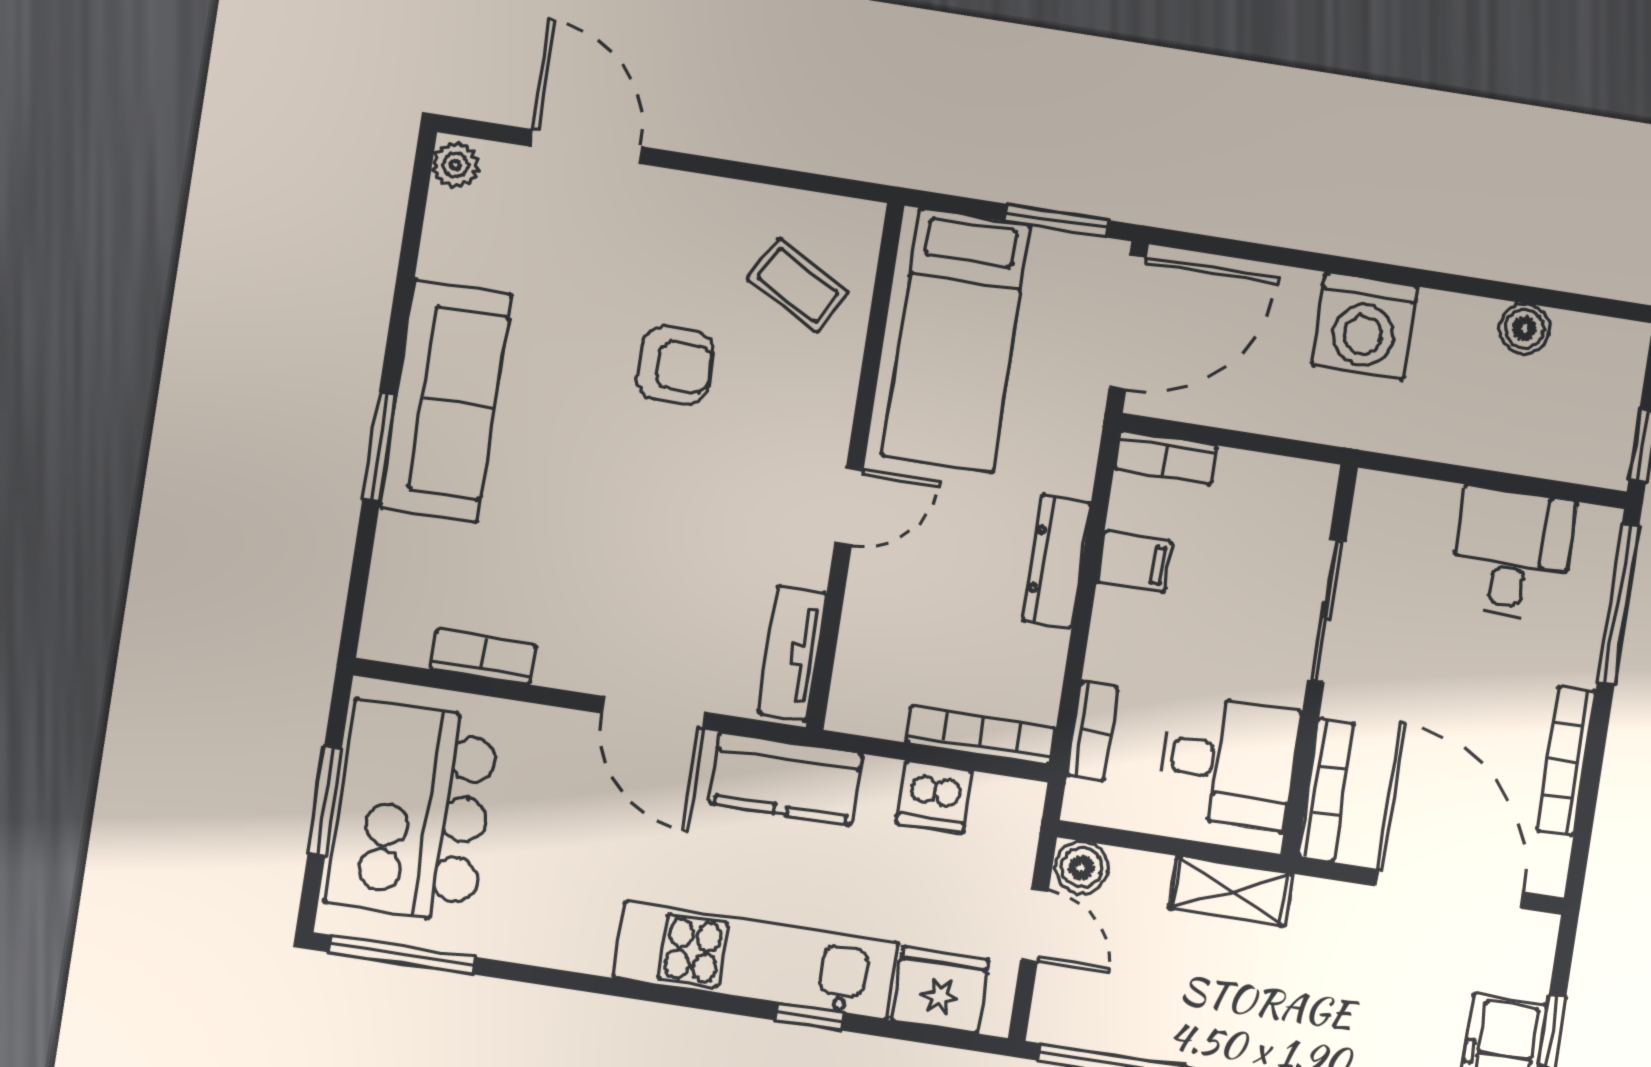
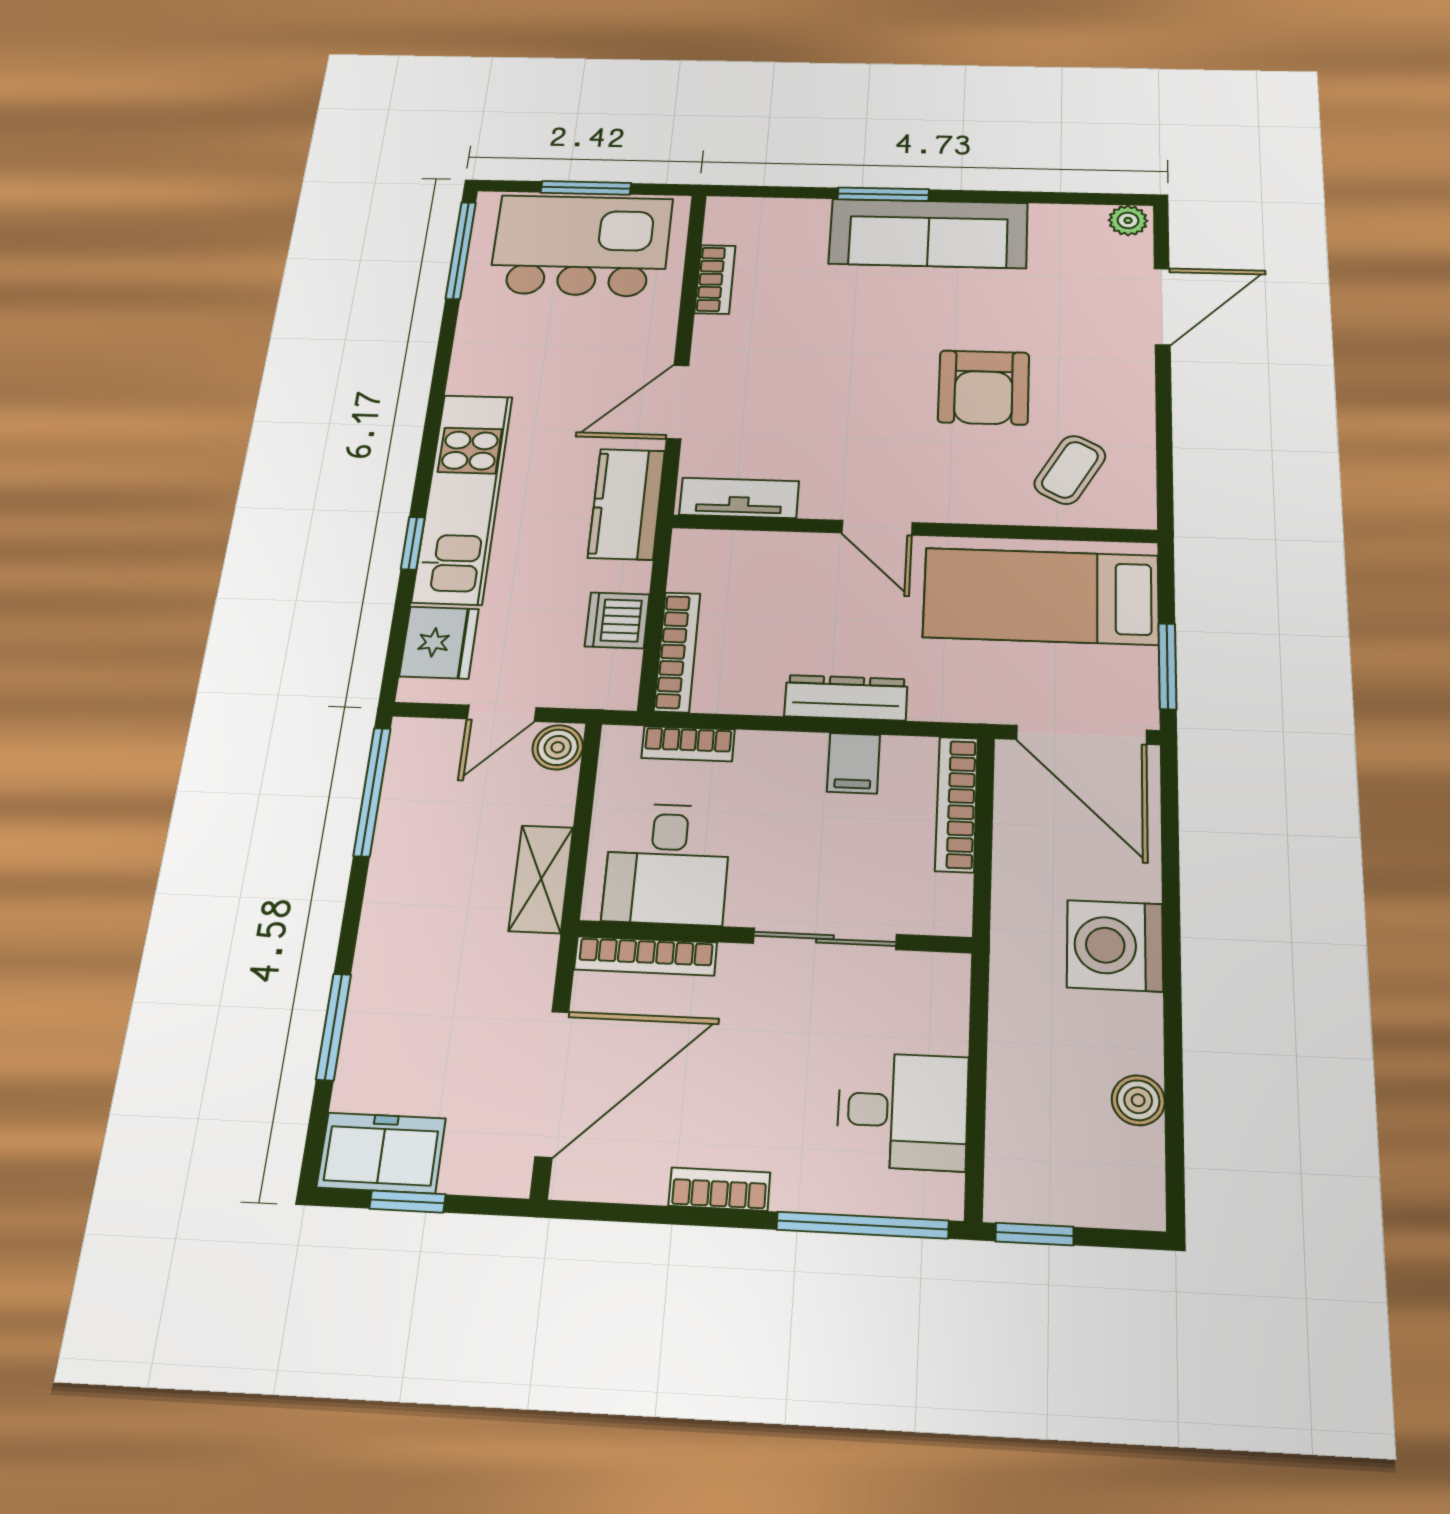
armchair: (675, 365) -> (984, 387), width x1.38, depth x1.38
bookcase: (1165, 457) -> (957, 804), width x1.56
bookcase: (1566, 761) -> (719, 1189), width x0.64

